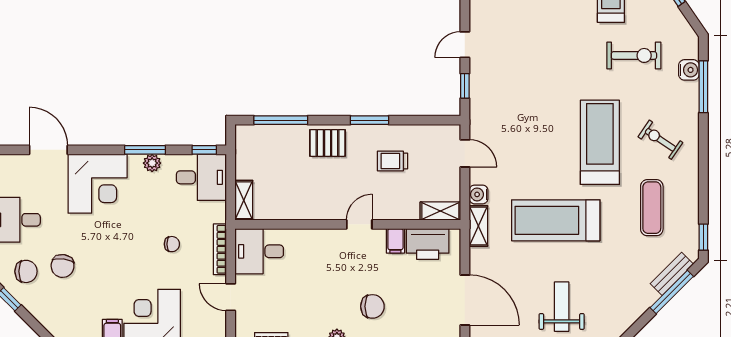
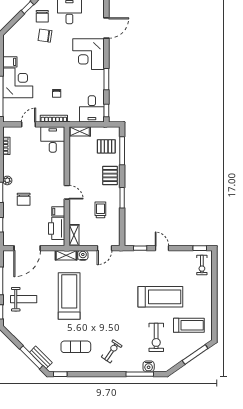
treadmill: (600, 142) -> (160, 297), moved
pallet: (272, 150) -> (106, 146), added
plant: (152, 163) -> (99, 83), removed

